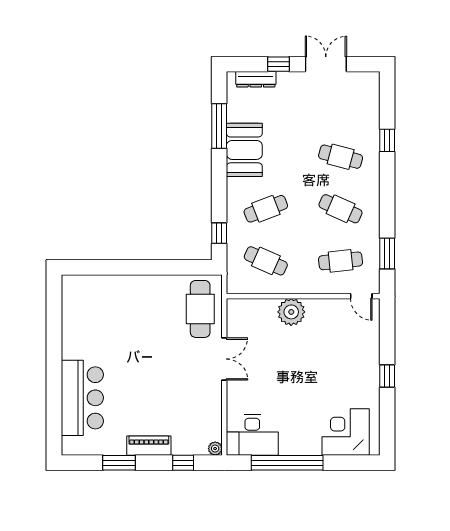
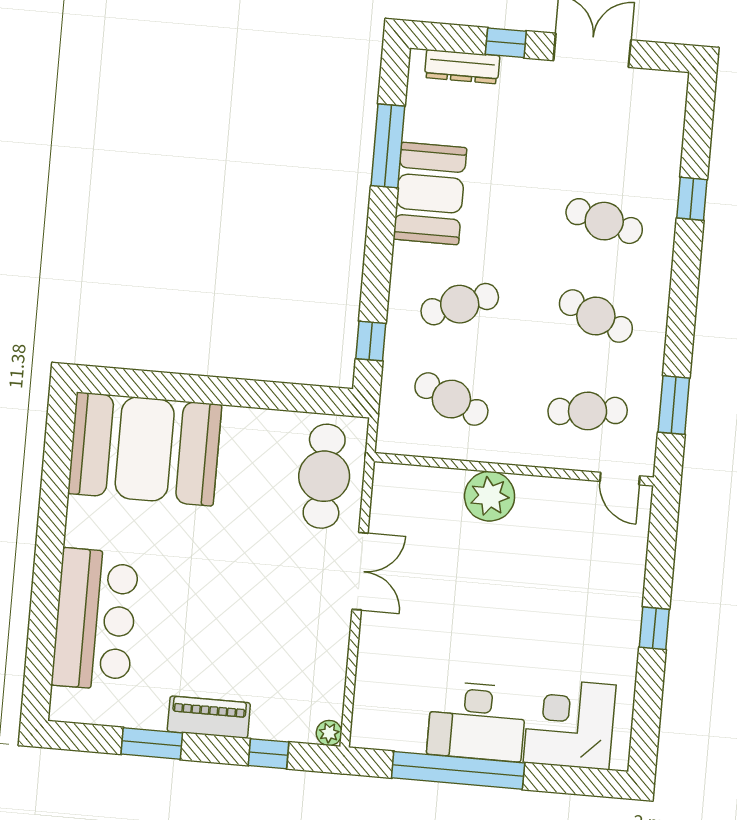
booth: (101, 303) -> (145, 449), added
desk: (252, 435) -> (477, 721), moved

